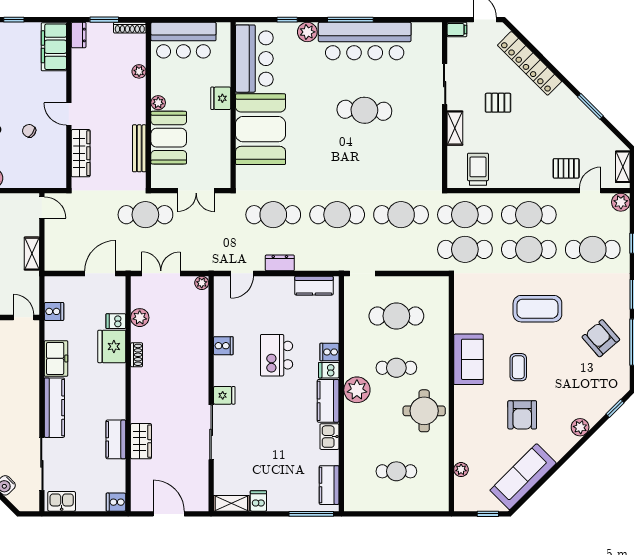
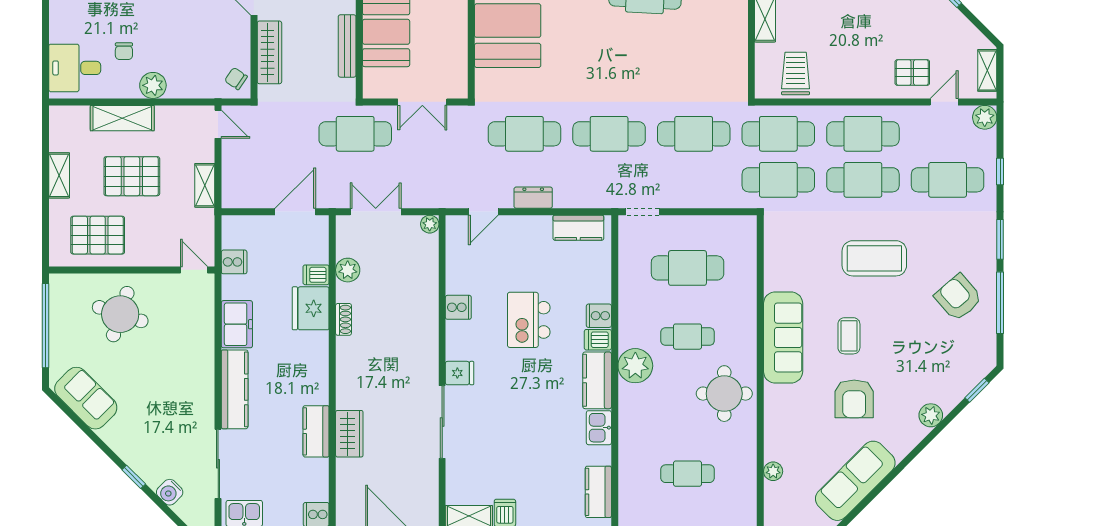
chair: (29, 131) -> (236, 79), moved
sofa: (469, 359) -> (783, 337), width x1.36

